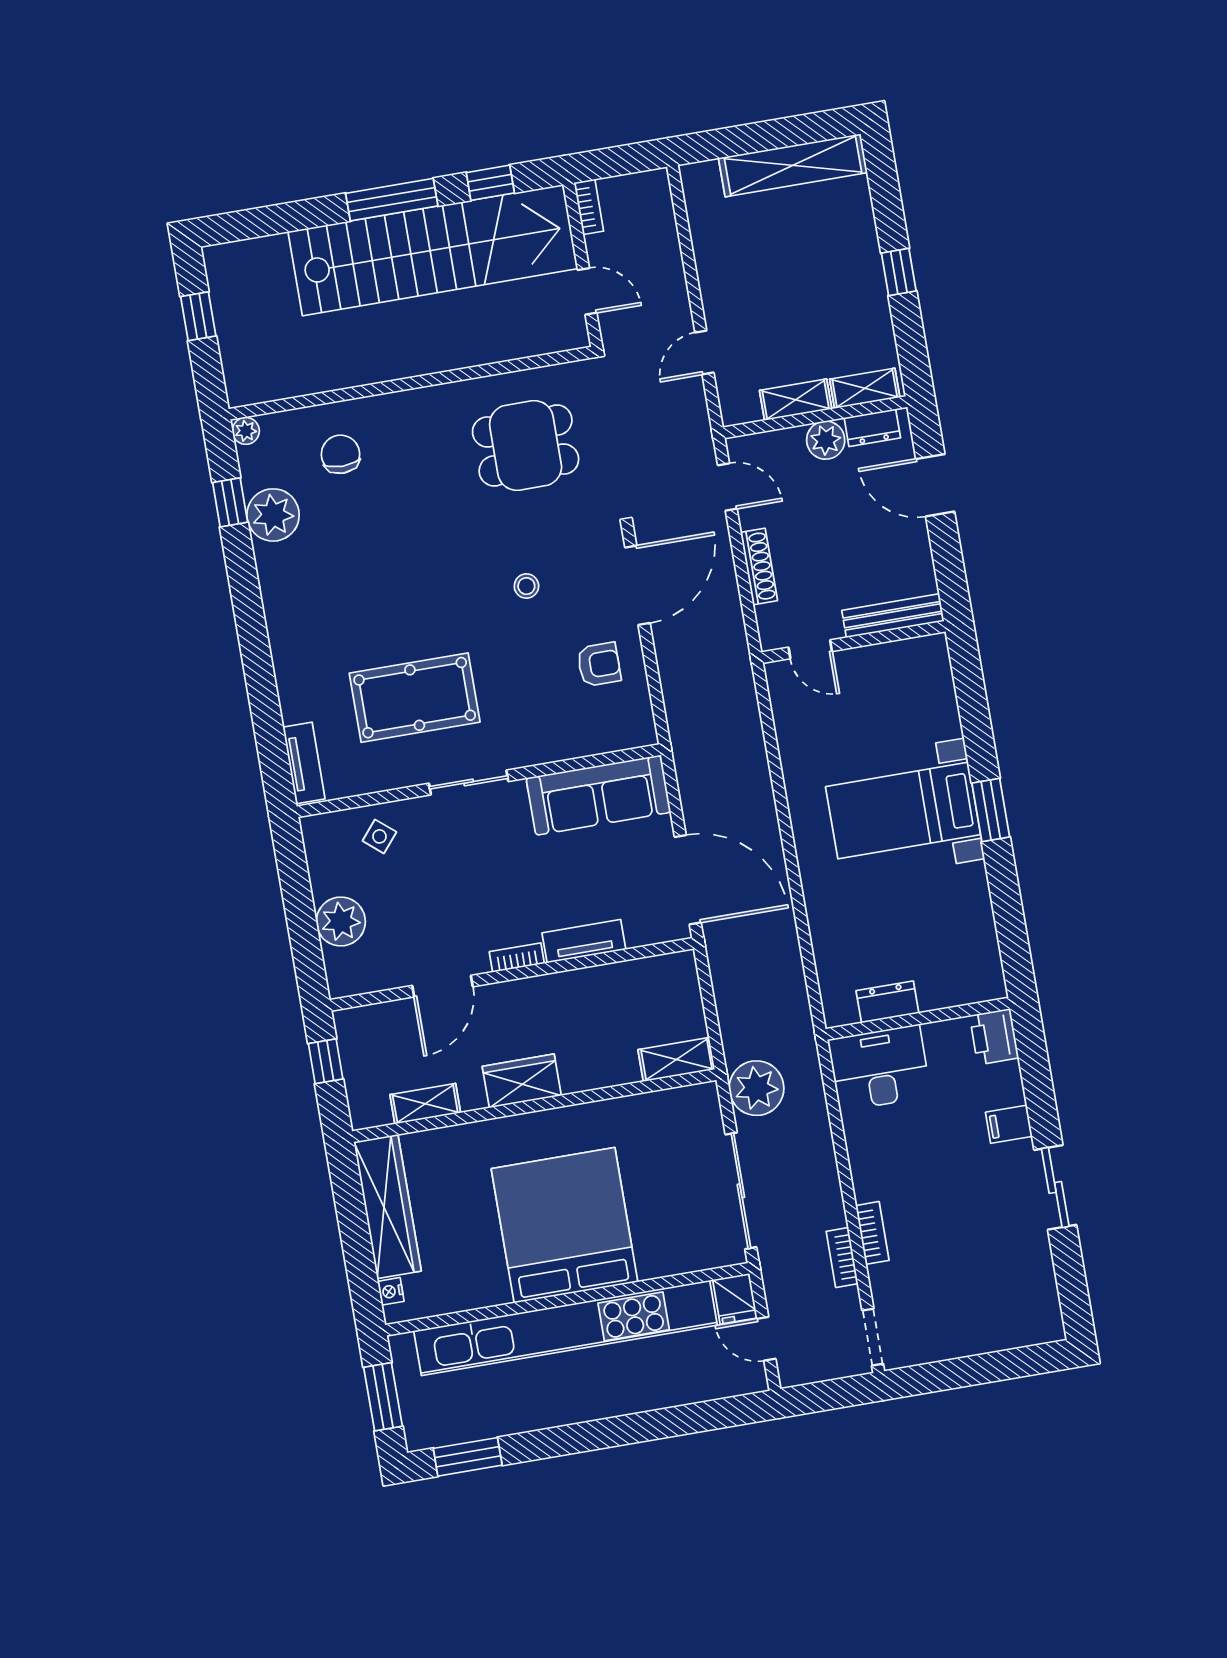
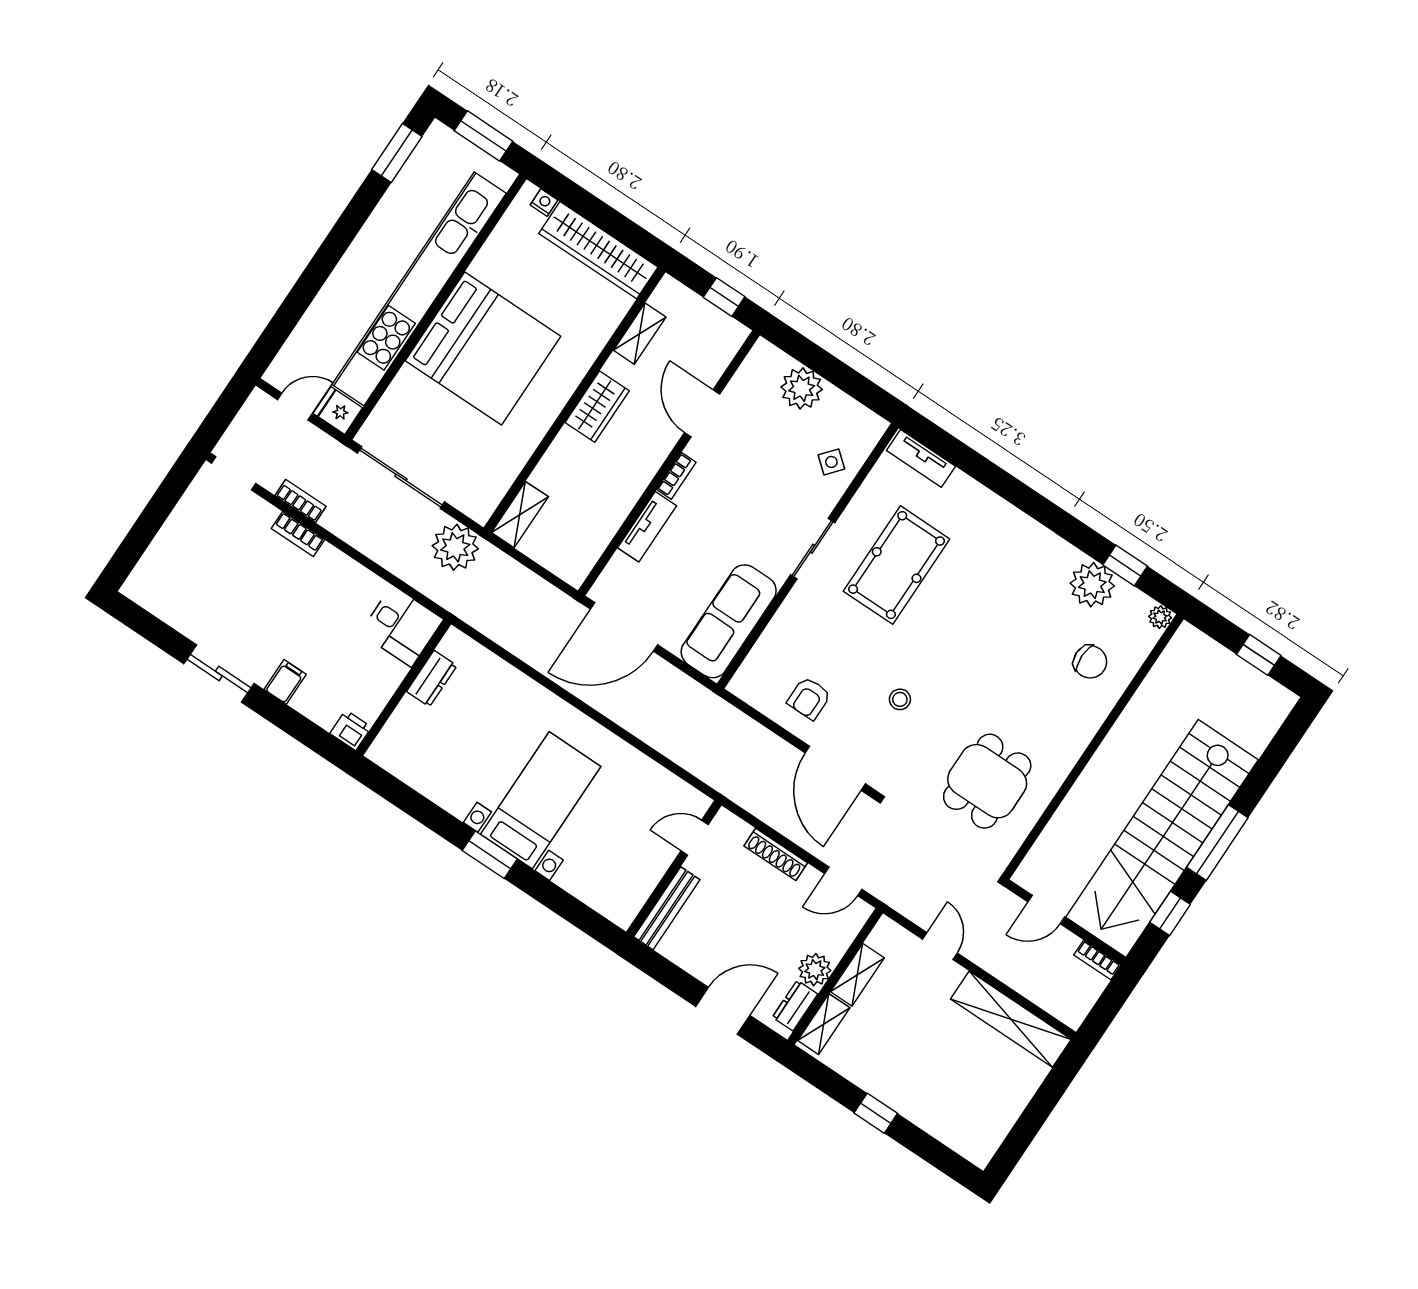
shelving: (793, 165) -> (1011, 1019), moved, turned 90
printer: (994, 1037) -> (351, 730), width x0.73, depth x0.81
desk: (879, 1068) -> (402, 626), width x0.73

